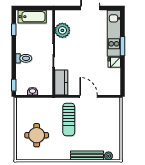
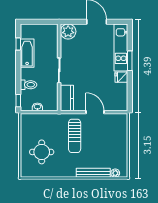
bathtub: (32, 17) -> (27, 53), moved, turned -90
plant: (62, 30) -> (68, 31), moved
toilet: (24, 58) -> (28, 85), moved

